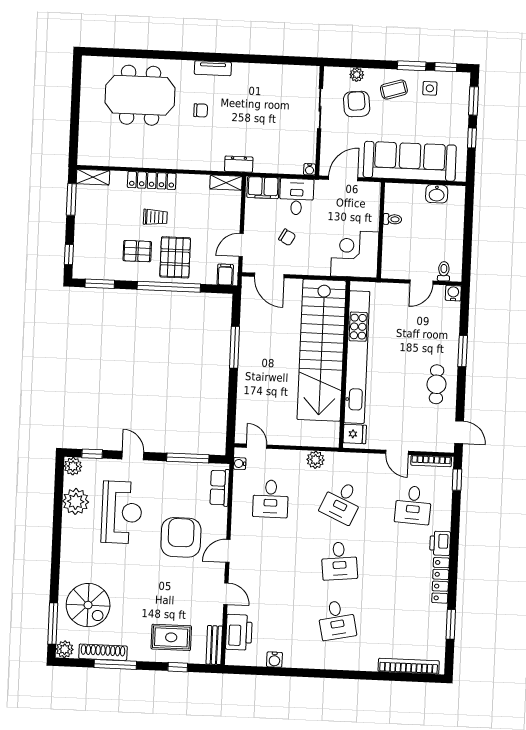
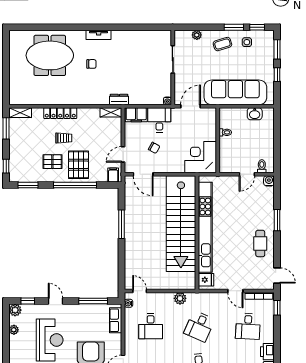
armchair: (357, 104) -> (197, 55), removed
plant: (76, 501) -> (14, 330), width x0.53, depth x0.53

